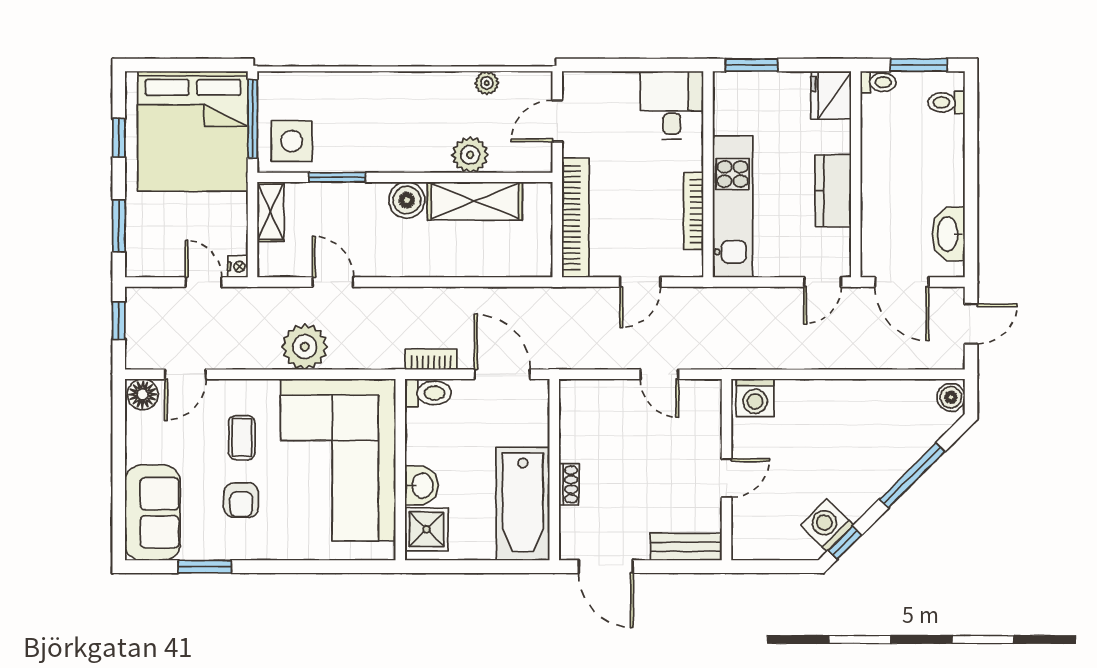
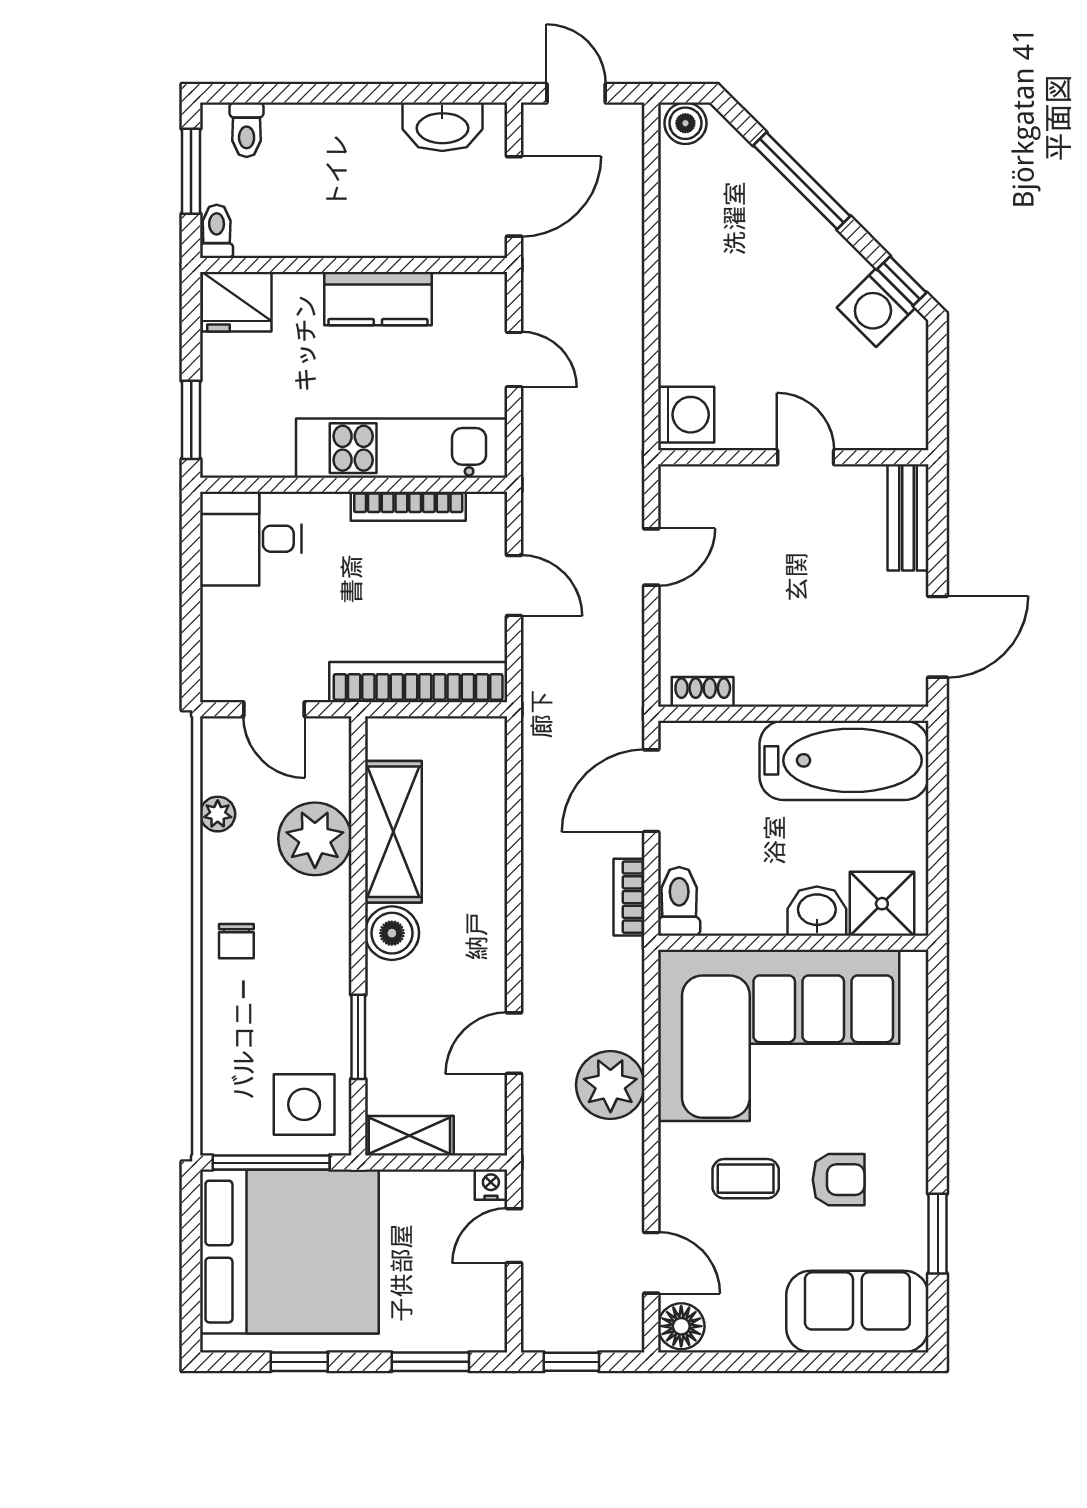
chair: (401, 96) -> (236, 941), added
plant: (470, 155) -> (315, 839), width x1.36, depth x1.36
door: (822, 282) -> (514, 359), moved
shoe rack: (569, 484) -> (703, 692), moved

